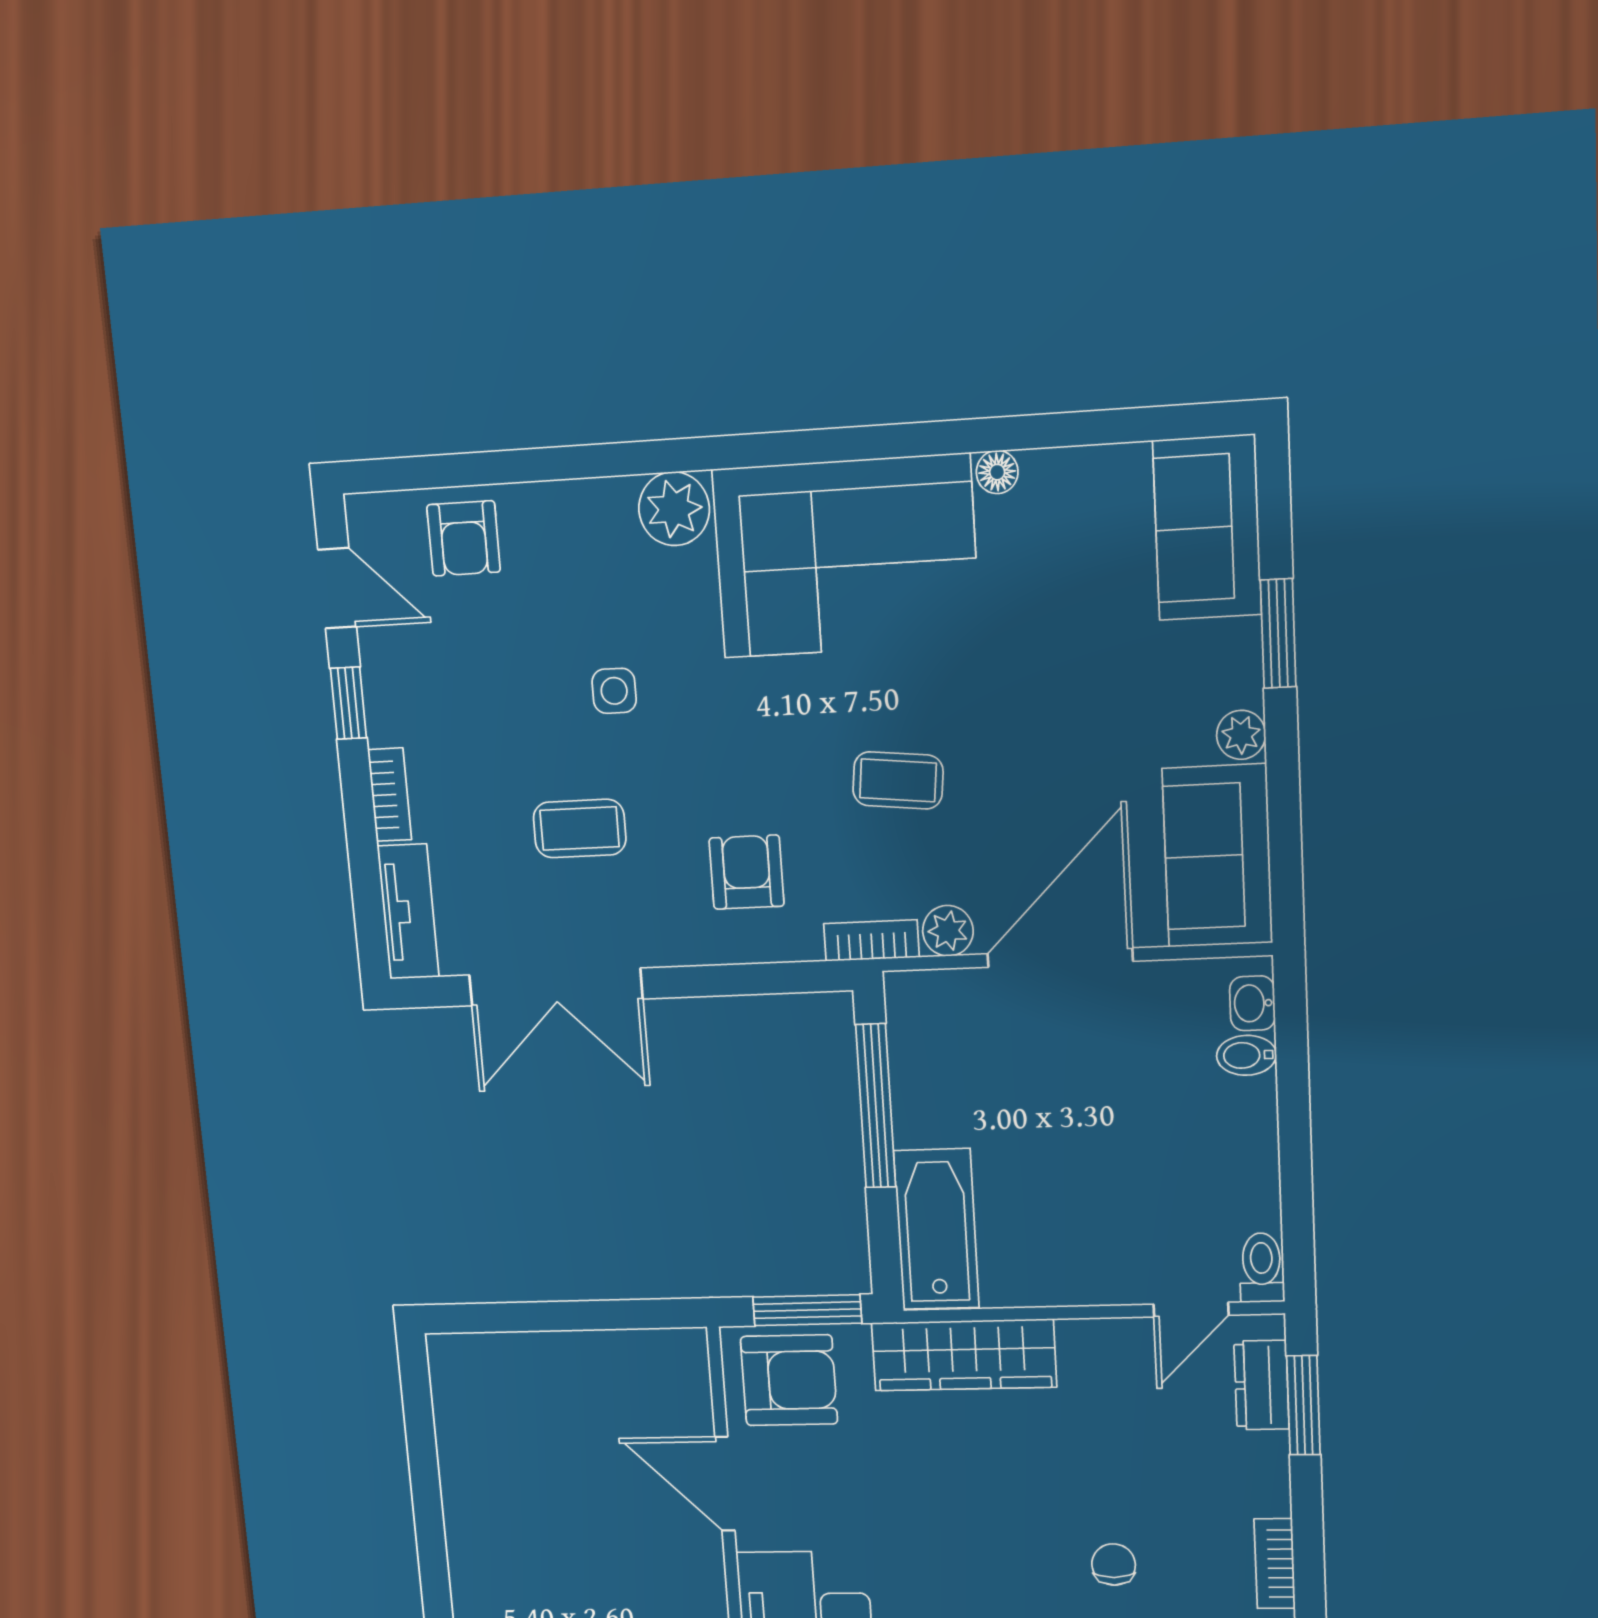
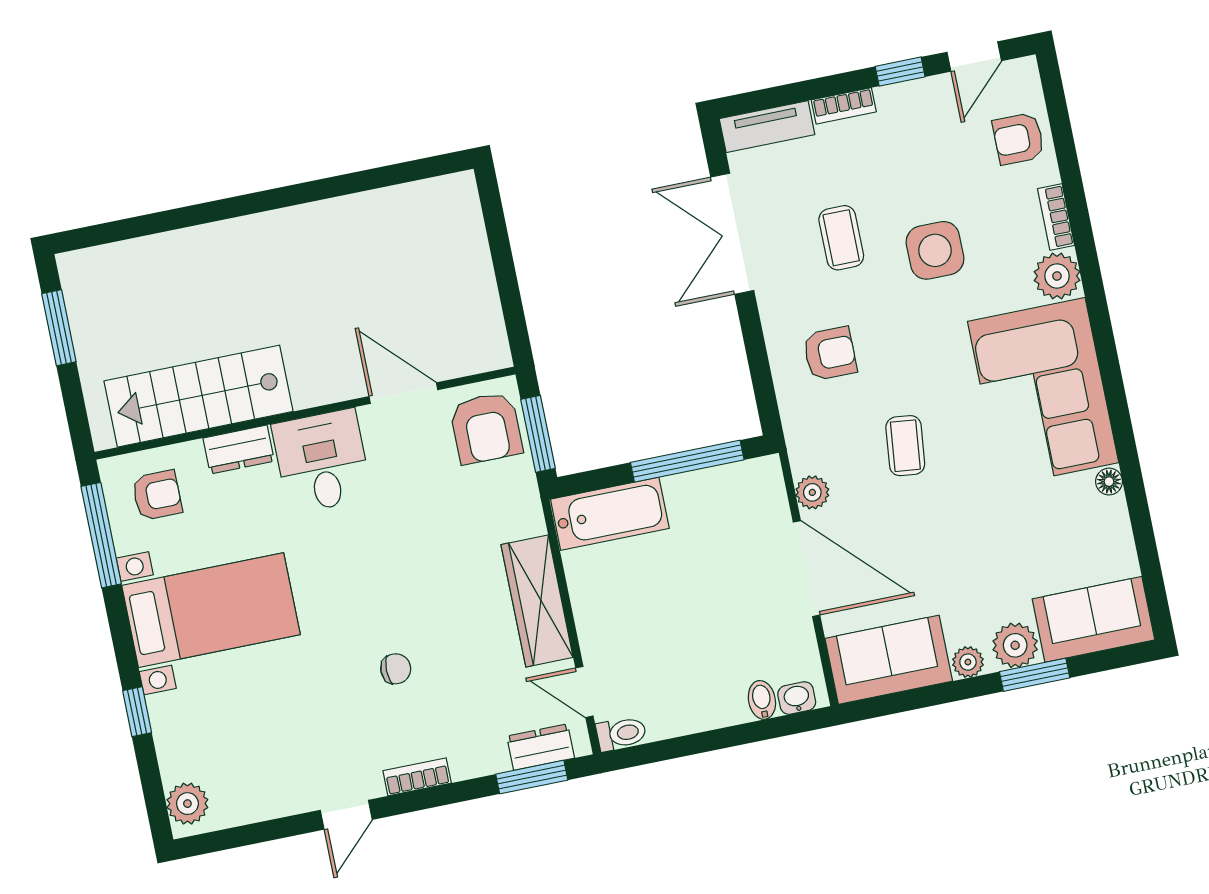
plant: (1227, 657) -> (1015, 645), added
side table: (614, 691) -> (935, 250), width x1.87, depth x1.87
bookcase: (872, 940) -> (1056, 217), moved, turned 180
wardrobe: (964, 1355) -> (537, 601), moved
door: (725, 1484) -> (403, 393), hinge flipped

